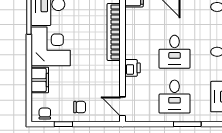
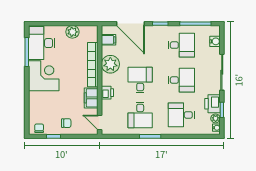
plant: (136, 31) -> (110, 64), added
desk: (175, 52) -> (140, 80), turned 180
filing cabinet: (40, 80) -> (91, 98), moved, turned 180

